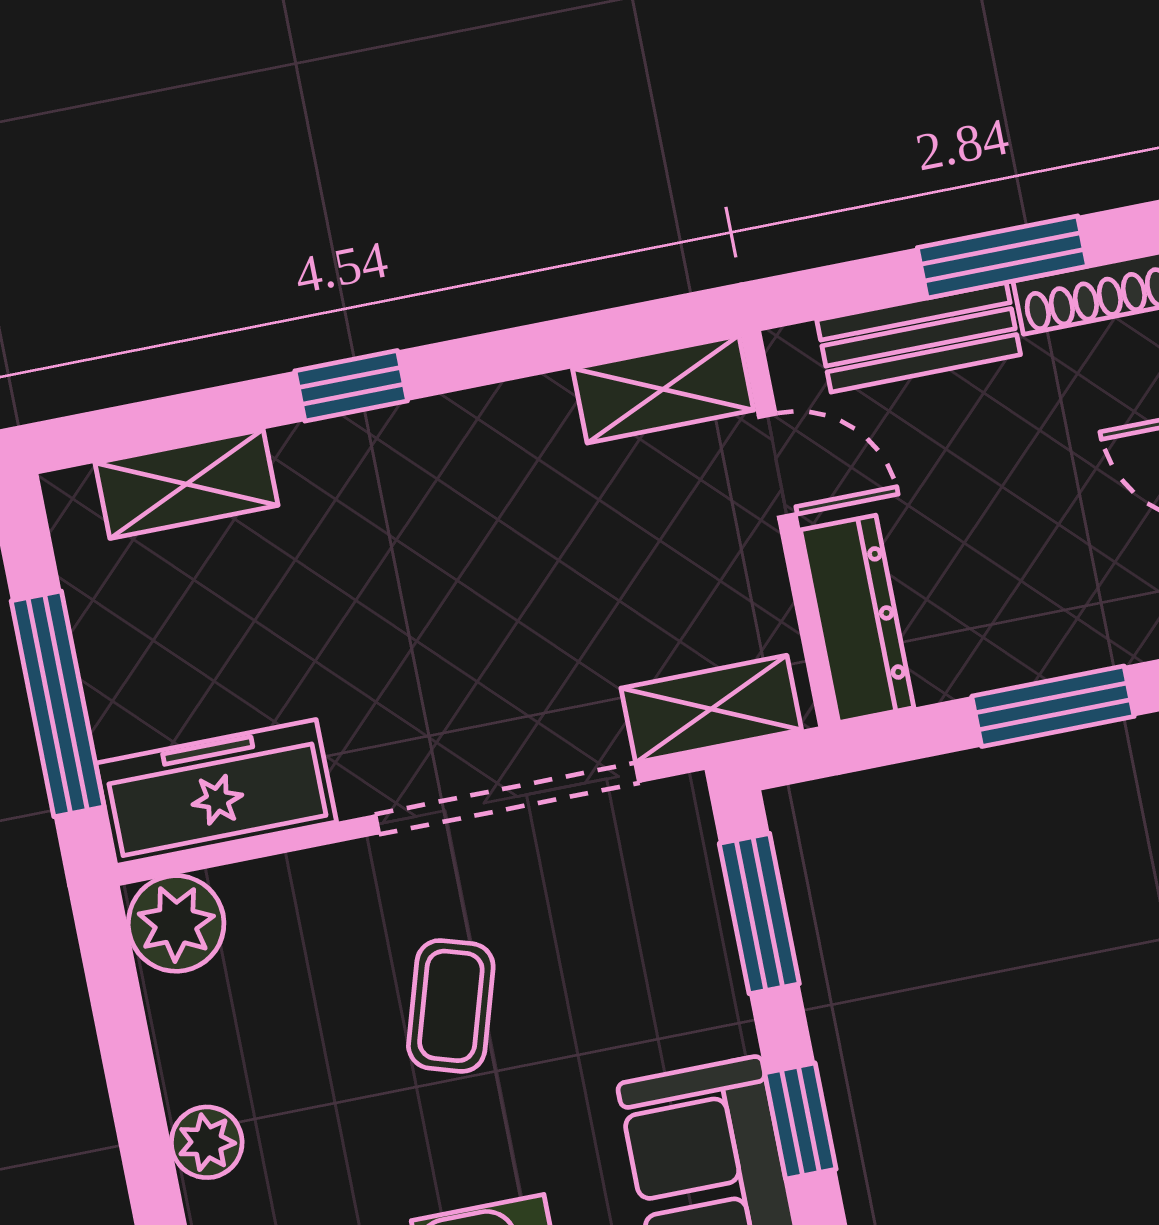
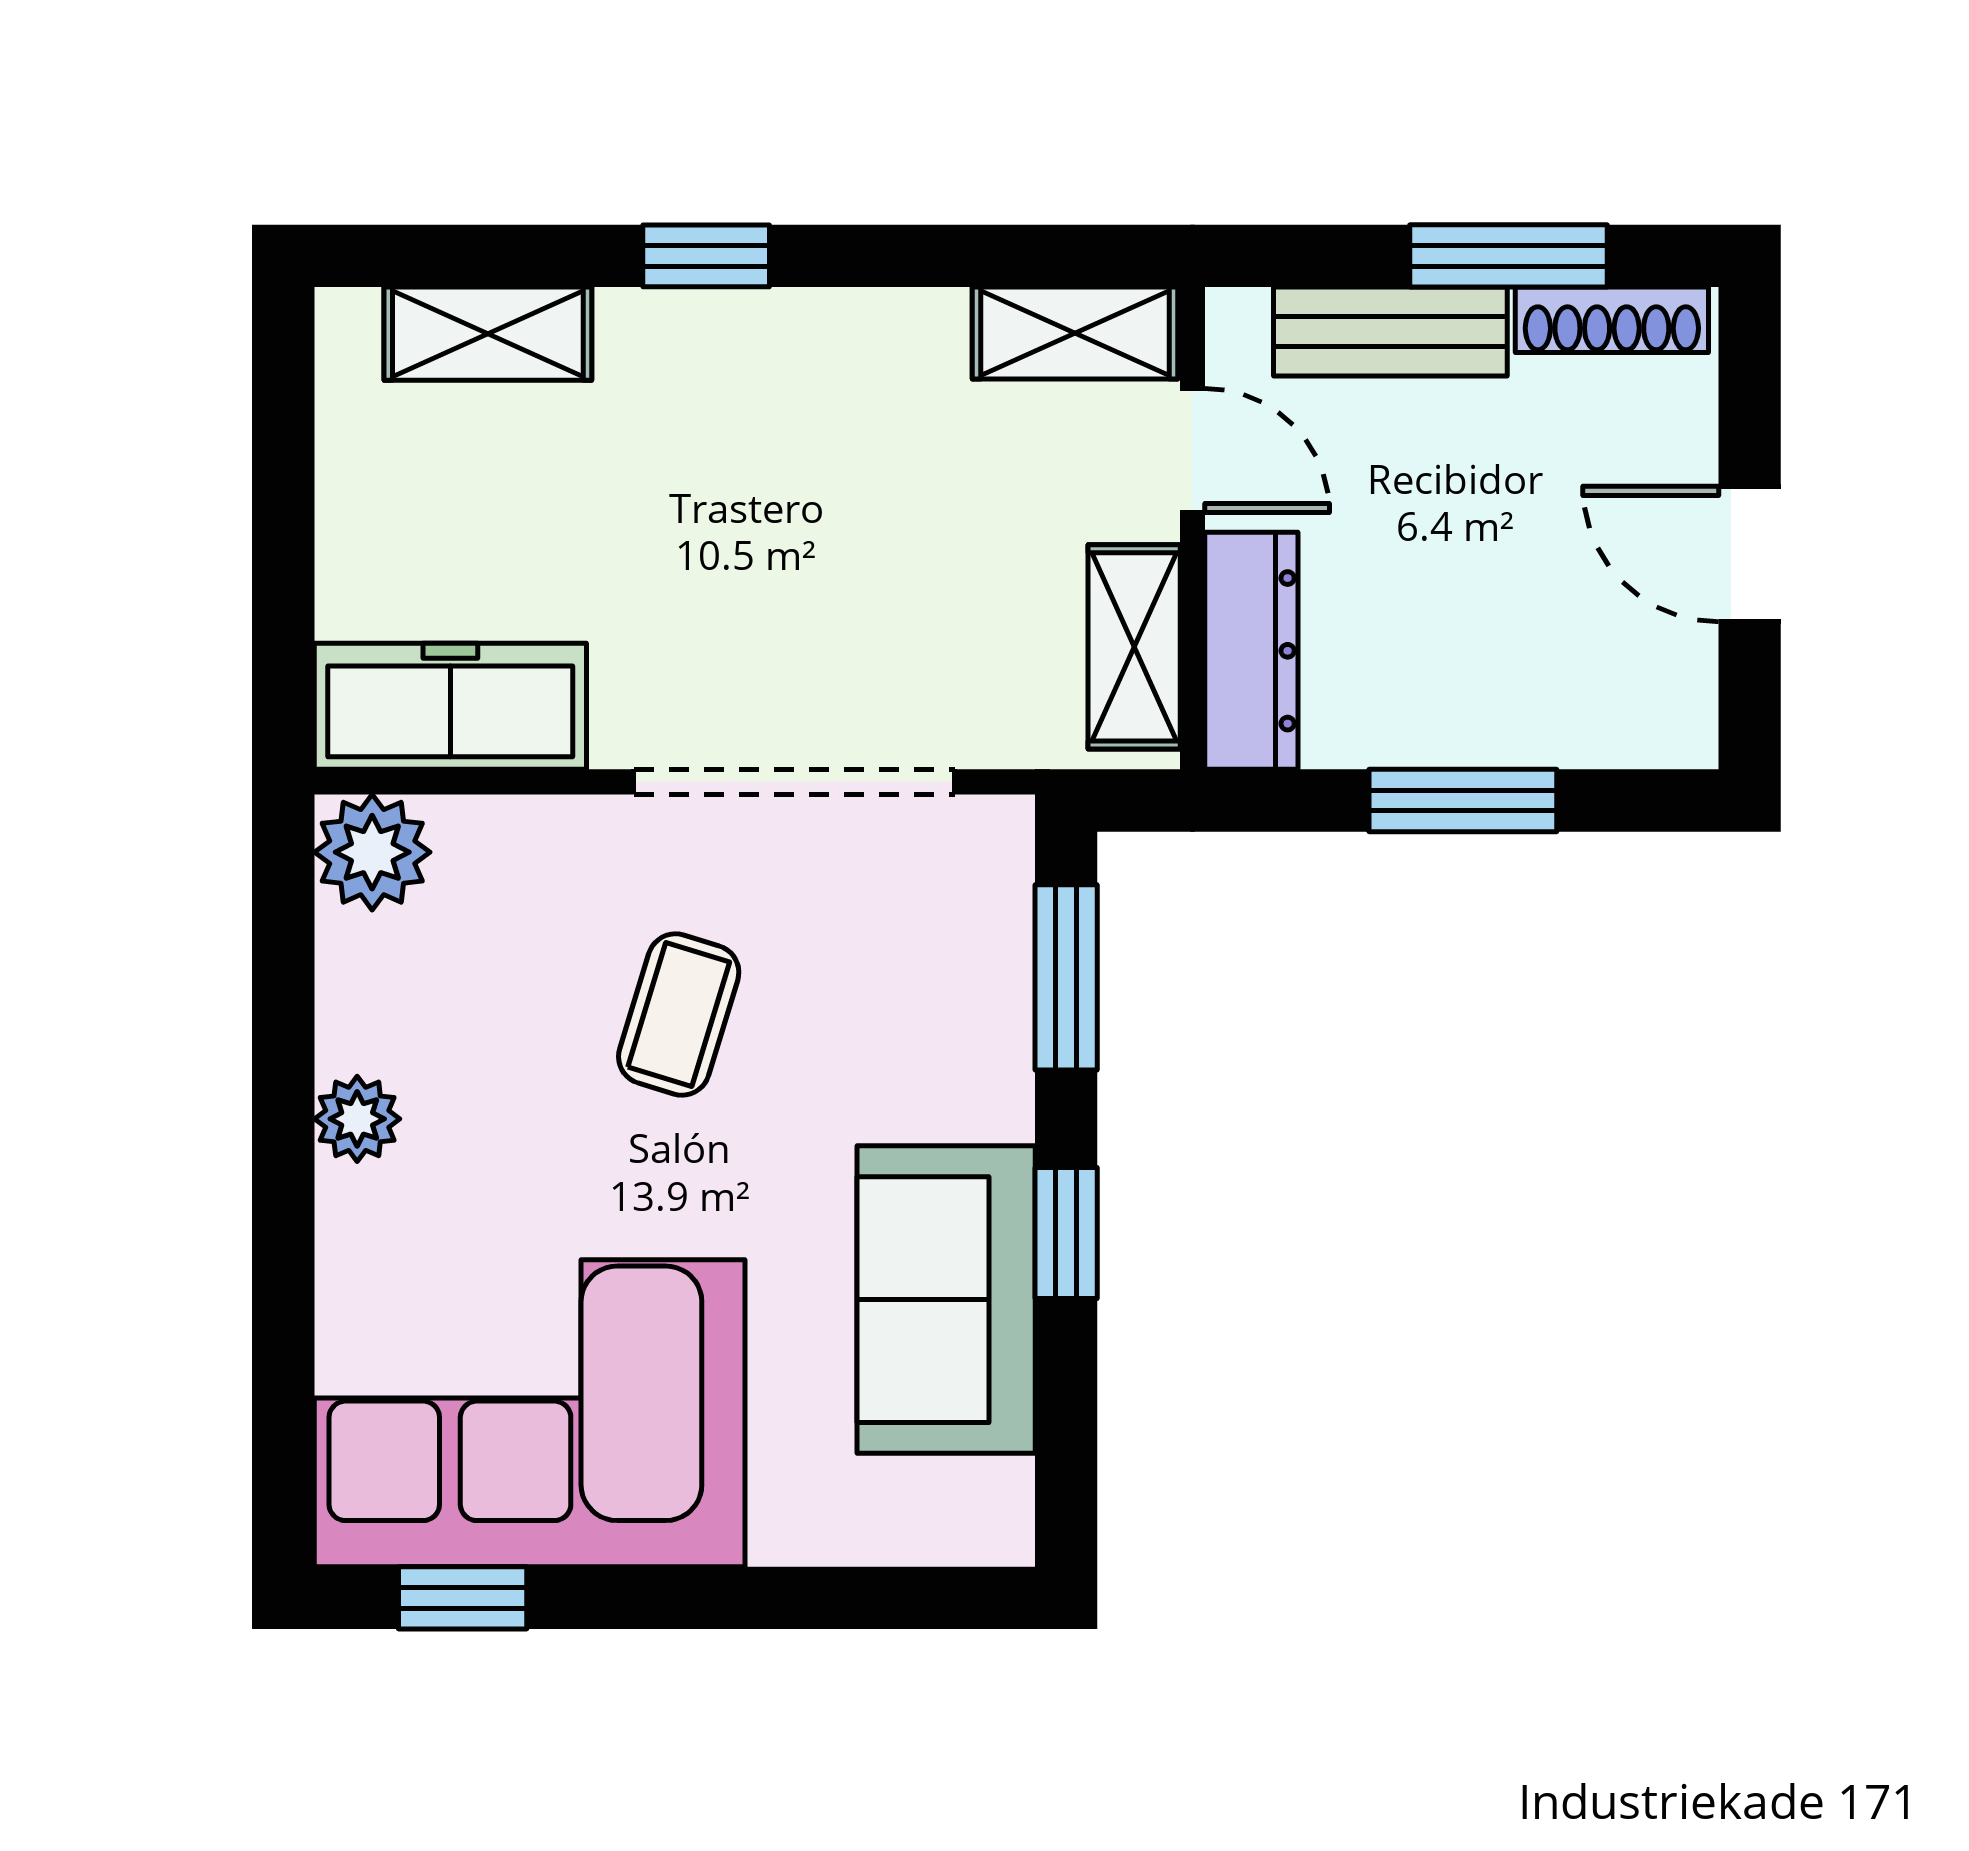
window: (58, 704) -> (283, 564), removed
shelving: (711, 709) -> (1134, 647), moved, turned 90

